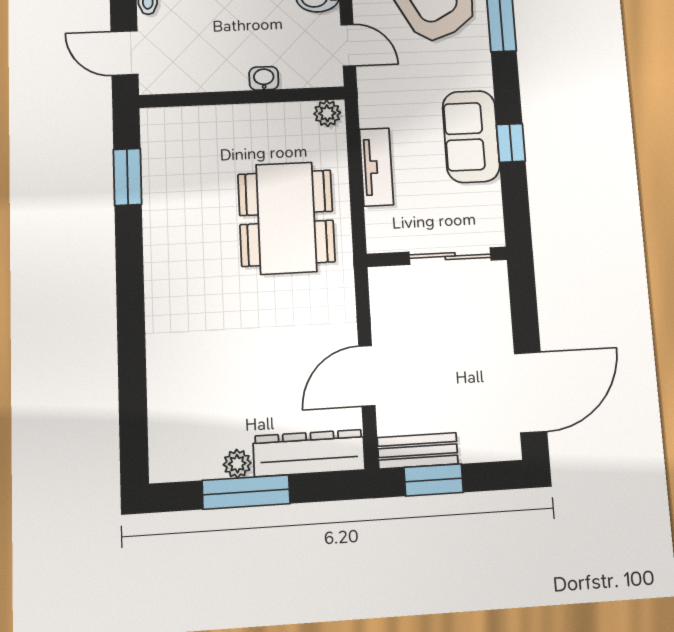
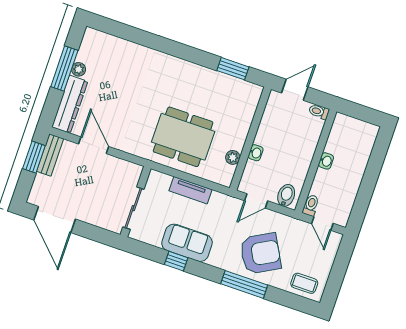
plant: (327, 113) -> (233, 157), moved

